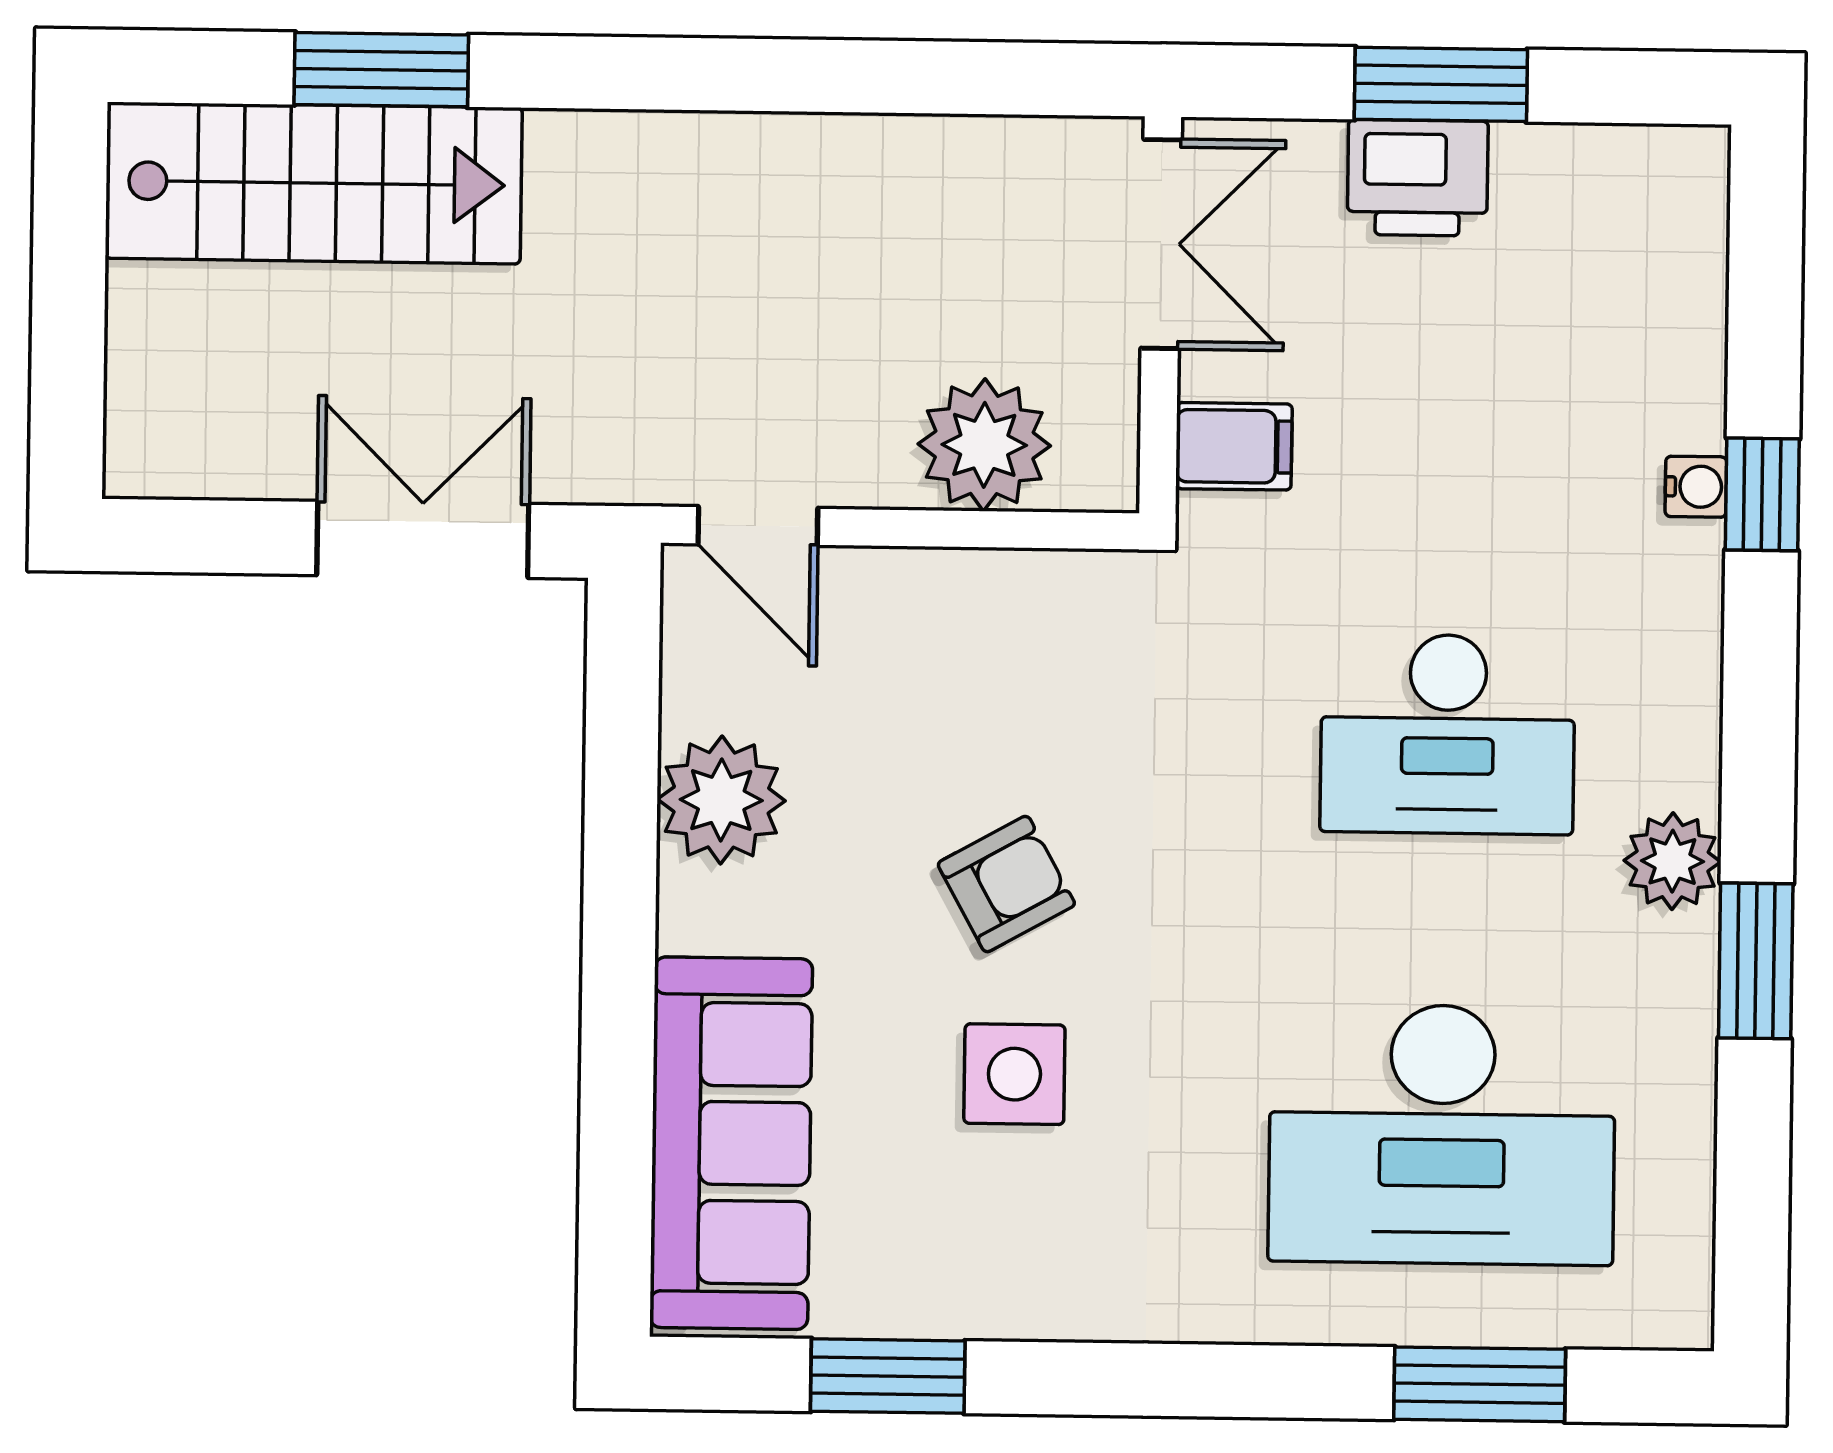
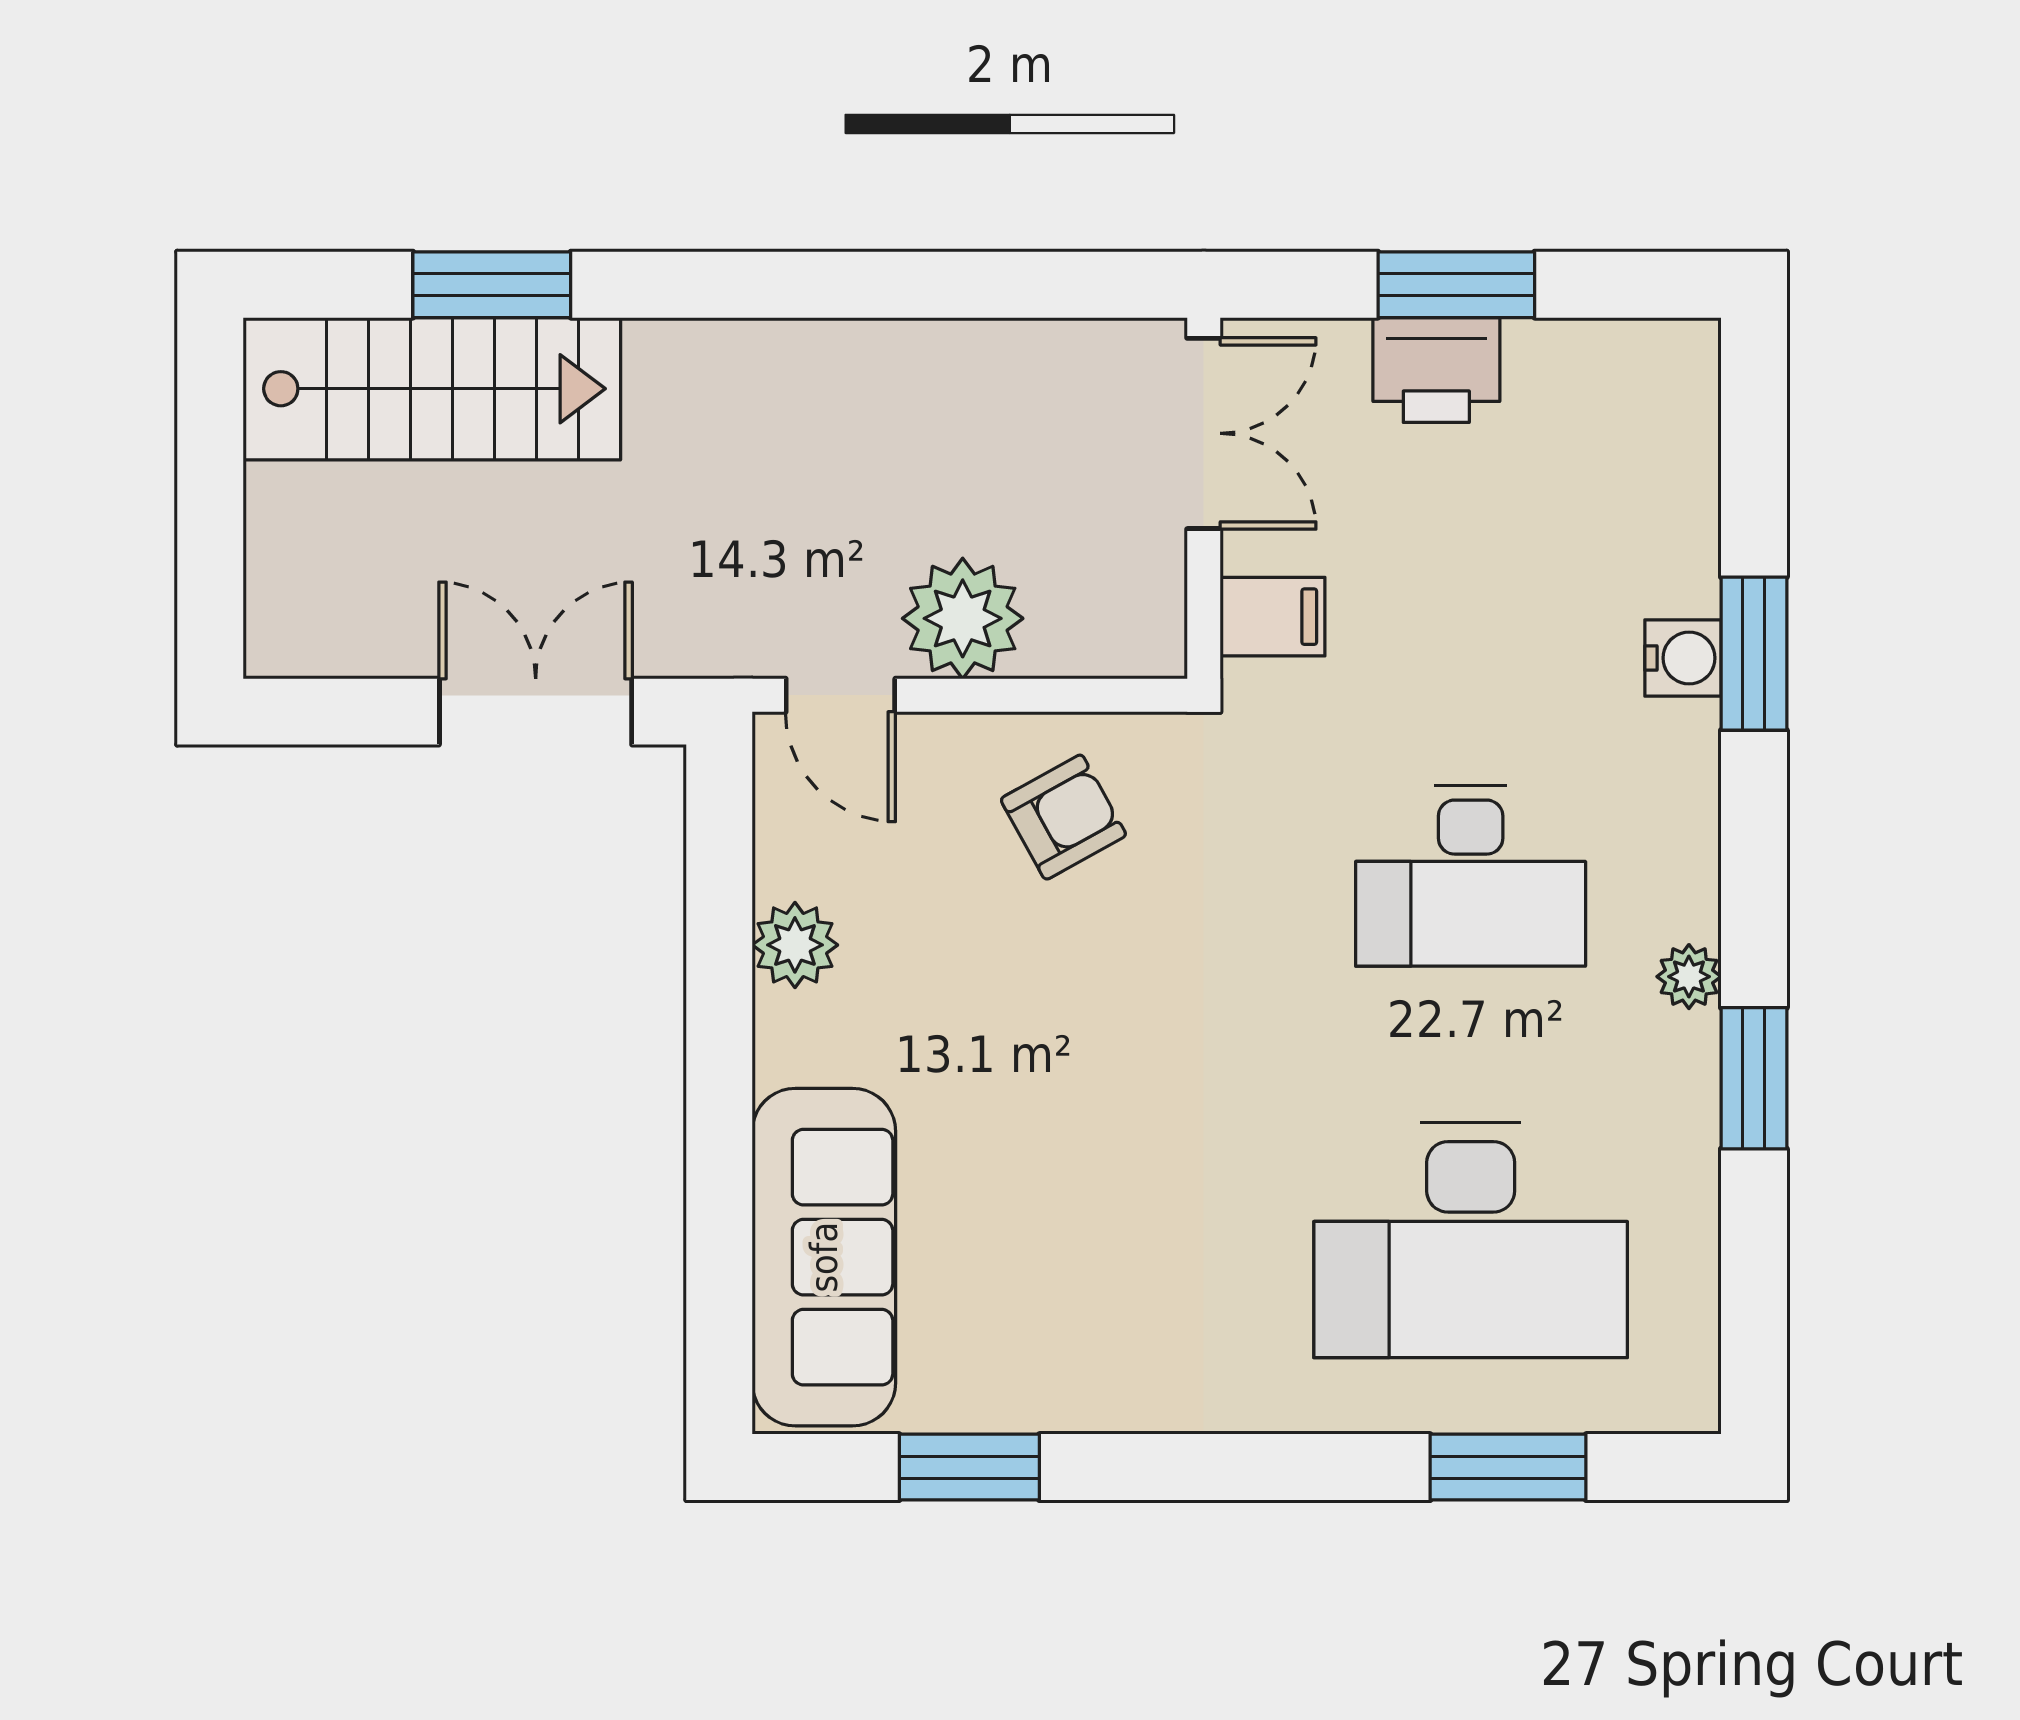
plant: (984, 445) -> (963, 618), moved
water cooler: (1696, 487) -> (1683, 658), width x1.38, depth x1.38
window: (1762, 494) -> (1754, 654), width x1.50
plant: (721, 800) -> (795, 945), width x0.73, depth x0.73
plant: (1672, 861) -> (1689, 977), width x0.73, depth x0.73
armchair: (1006, 884) -> (1063, 817), moved
side table: (1014, 1074) -> (1081, 1191), removed

